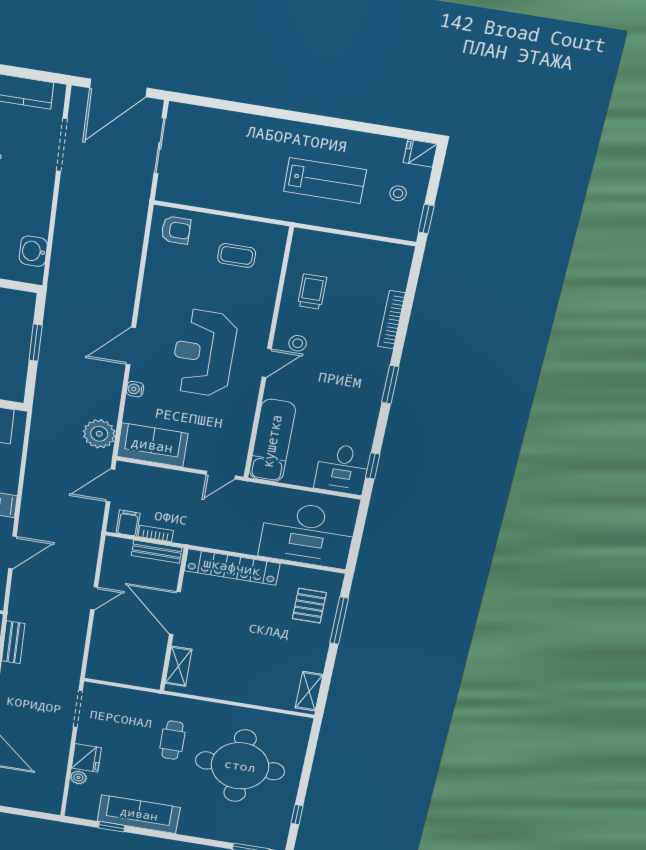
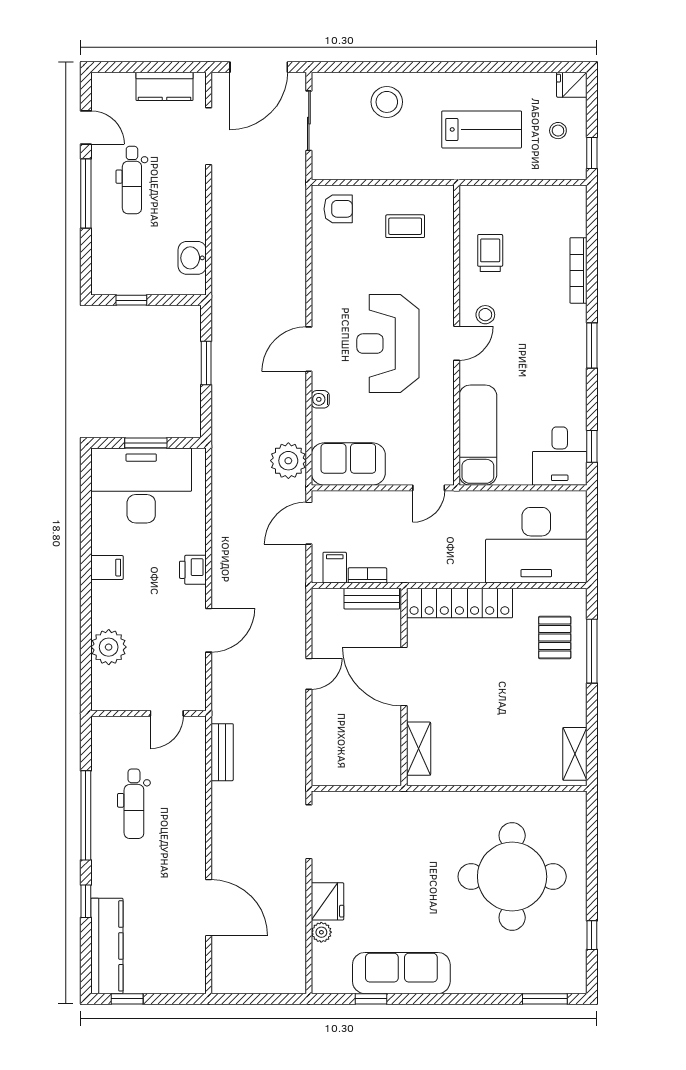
stool: (238, 141) -> (387, 102), added
cafe table: (172, 740) -> (427, 855), removed

